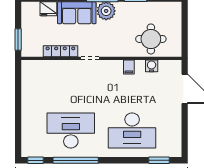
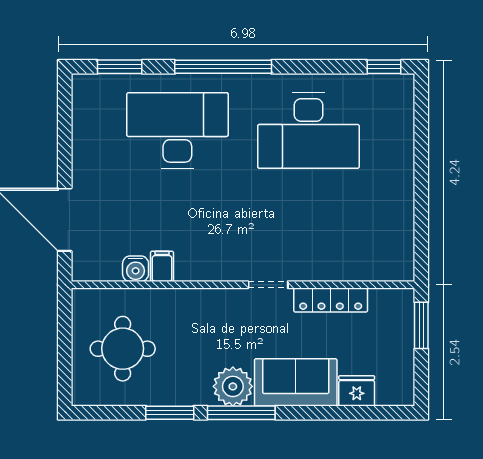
round table: (151, 39) -> (123, 349), moved
filing cabinet: (129, 67) -> (162, 266), moved
window: (76, 160) -> (223, 67), moved

